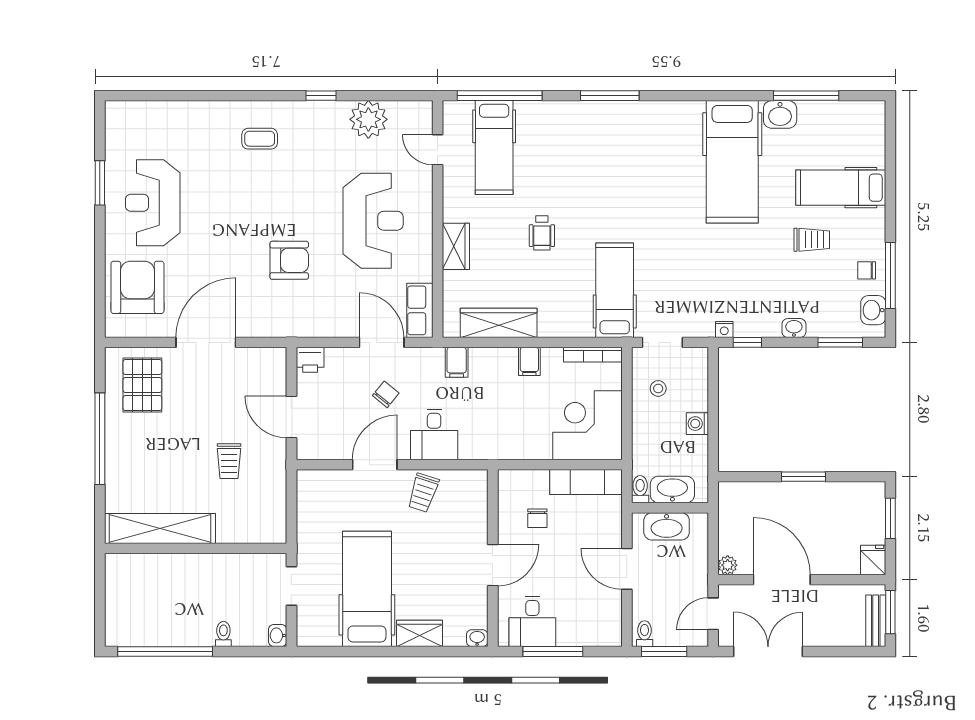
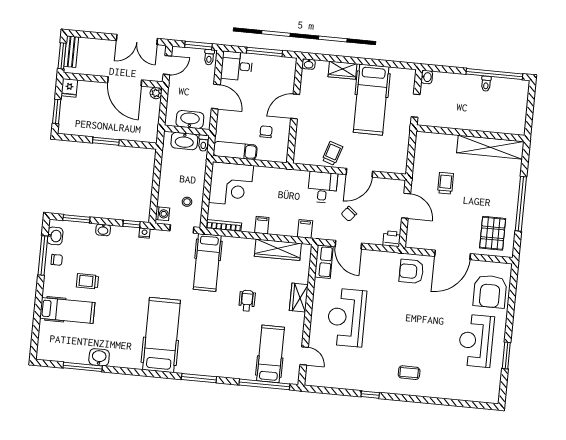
plant: (368, 119) -> (343, 378), removed
hospital bed: (732, 162) -> (161, 335), moved
reception desk: (153, 203) -> (476, 341), turned 180
armchair: (289, 260) -> (411, 271), moved
washing machine: (697, 424) -> (162, 214), moved
desk: (532, 622) -> (237, 66), moved, turned -90
toilet: (223, 634) -> (486, 84), moved

